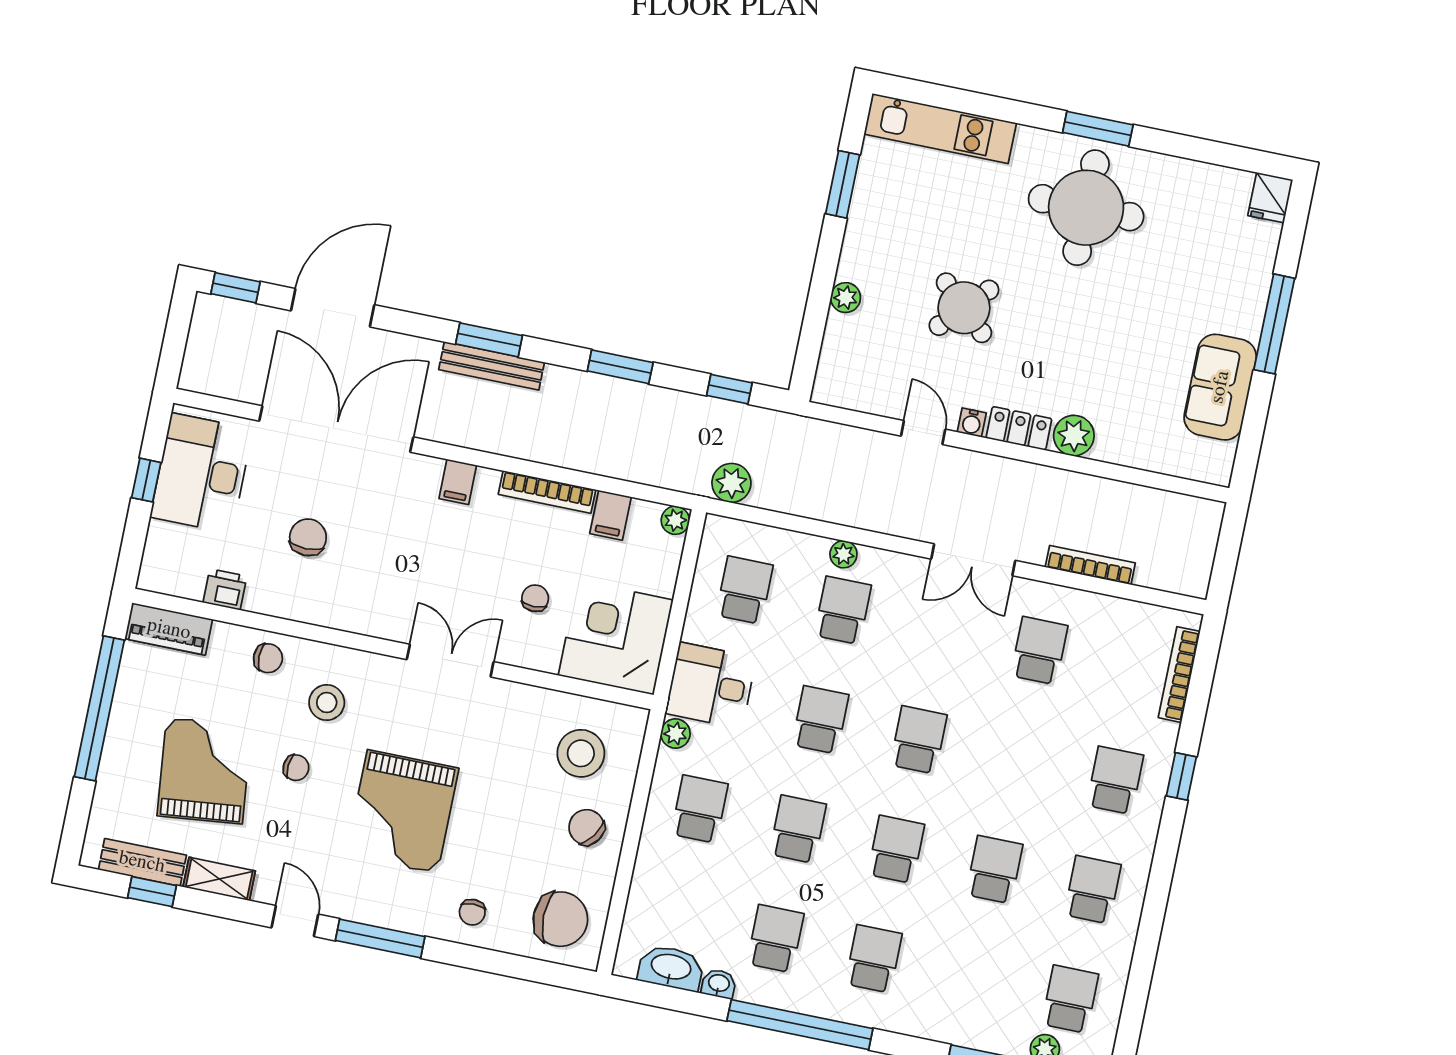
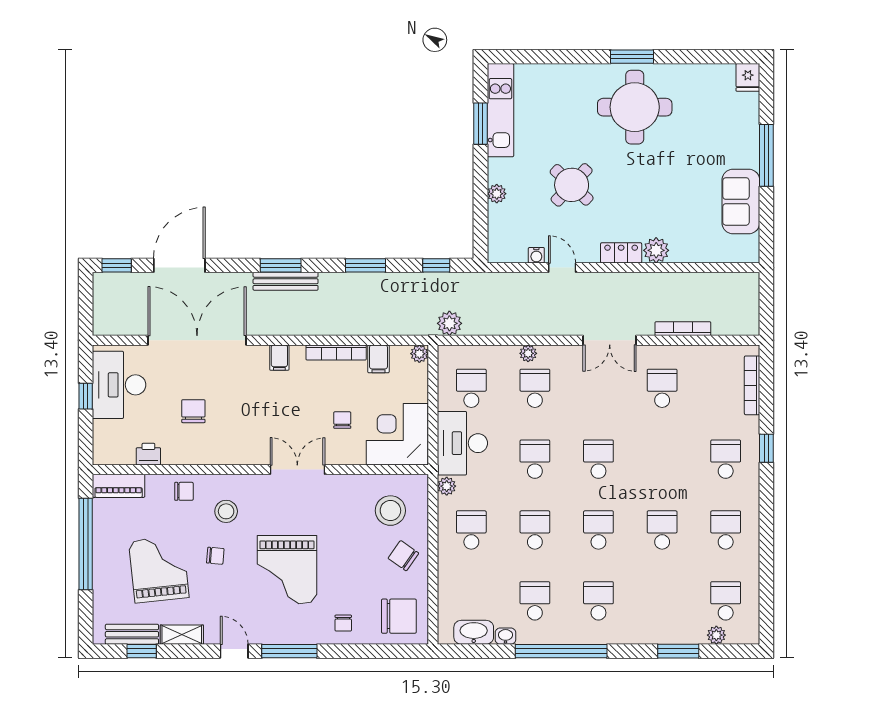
kitchen unit: (940, 128) -> (500, 110), moved, turned -90
water cooler: (972, 423) -> (536, 255), moved
desk: (711, 685) -> (462, 443), width x1.37

